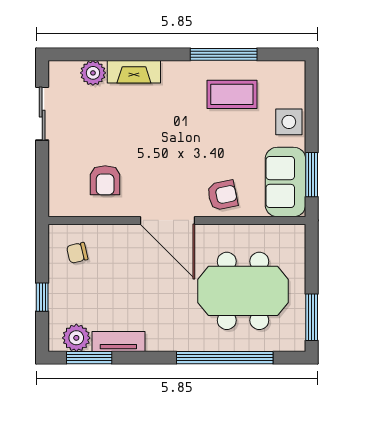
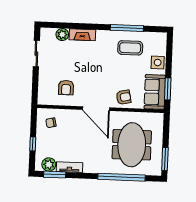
meeting table: (243, 291) -> (132, 145), turned 90

